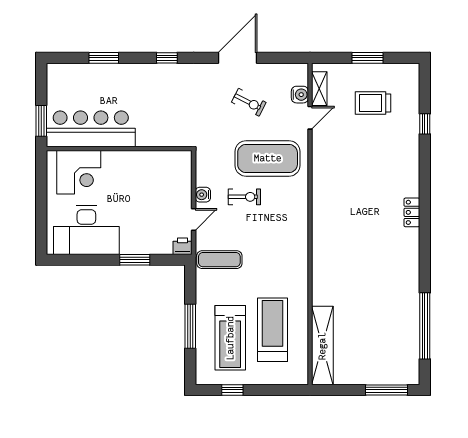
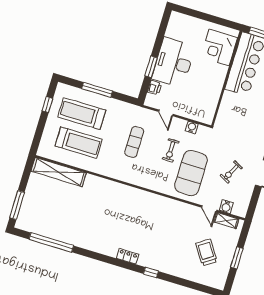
trolley: (373, 103) -> (206, 252), turned -34
window: (425, 124) -> (151, 272), moved
water cooler: (203, 195) -> (192, 127), moved
desk: (86, 230) -> (173, 63), moved
printer: (183, 246) -> (154, 88), moved
exercise mat: (219, 260) -> (134, 142), moved

